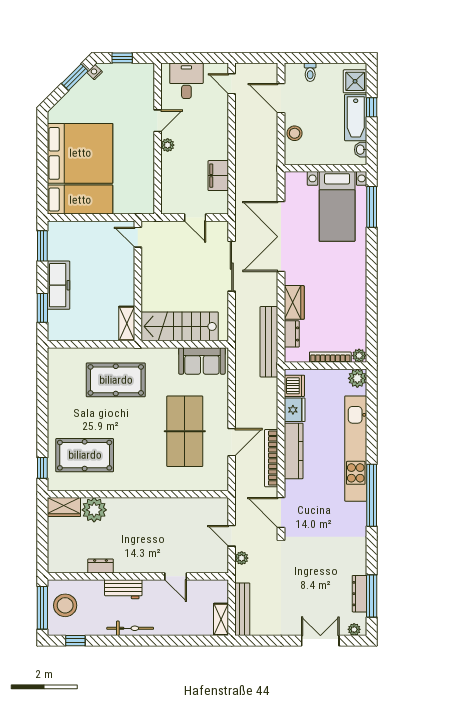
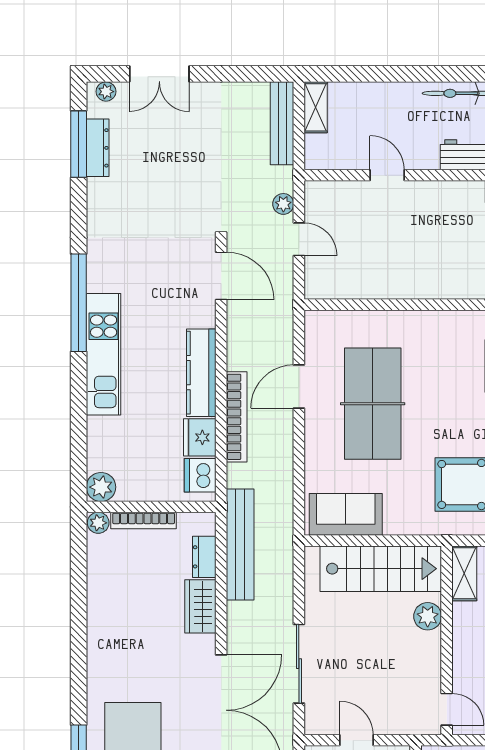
plant: (150, 296) -> (428, 616), added
kitchen unit: (356, 449) -> (104, 354), width x0.73
bookcase: (271, 458) -> (237, 417), moved

